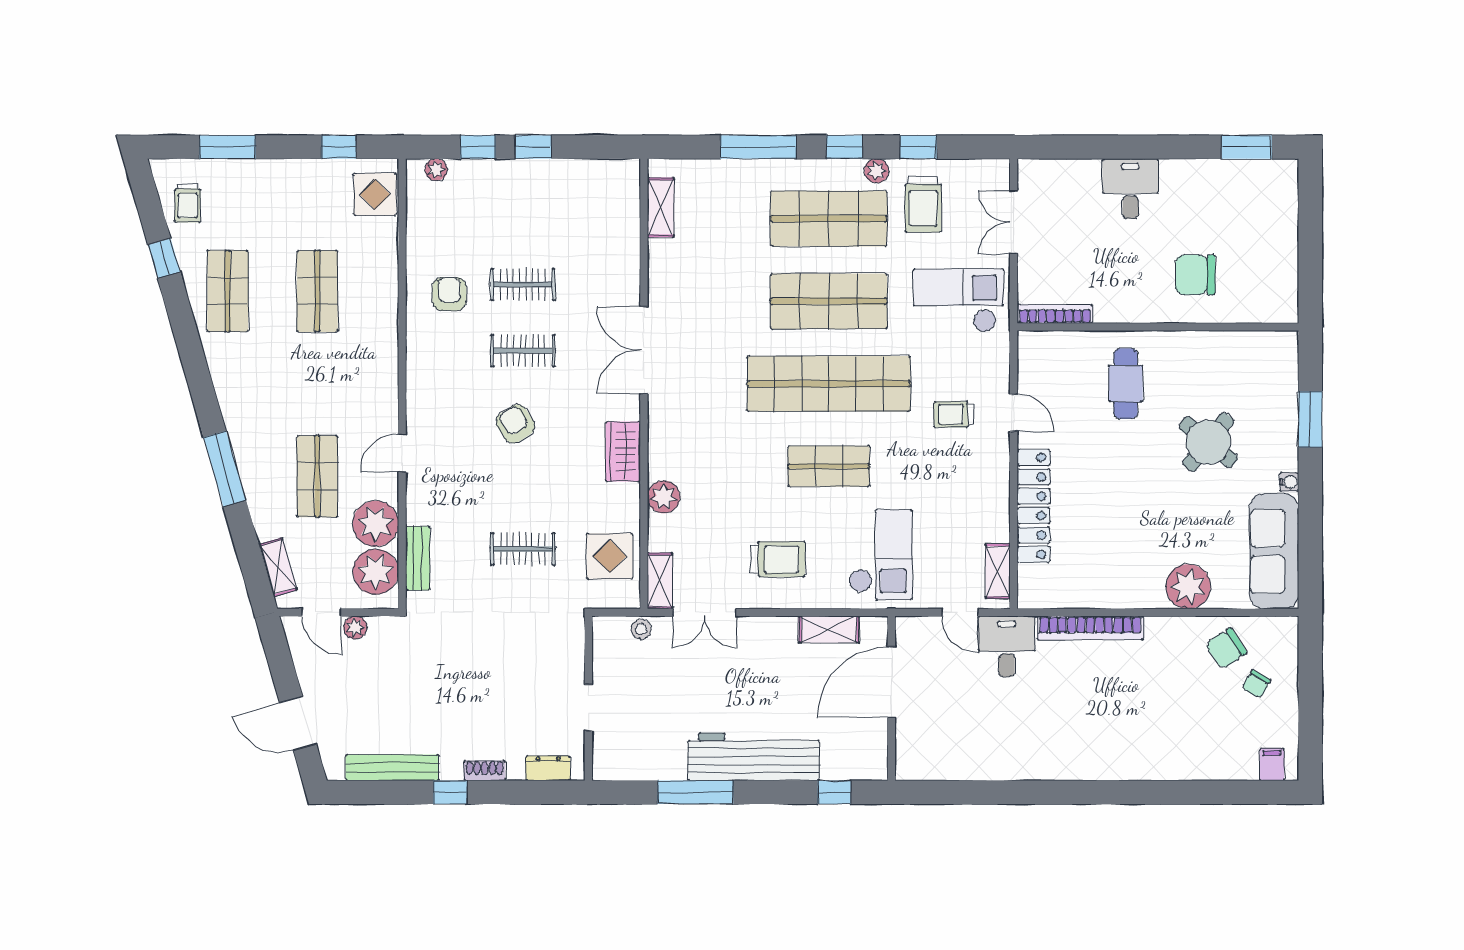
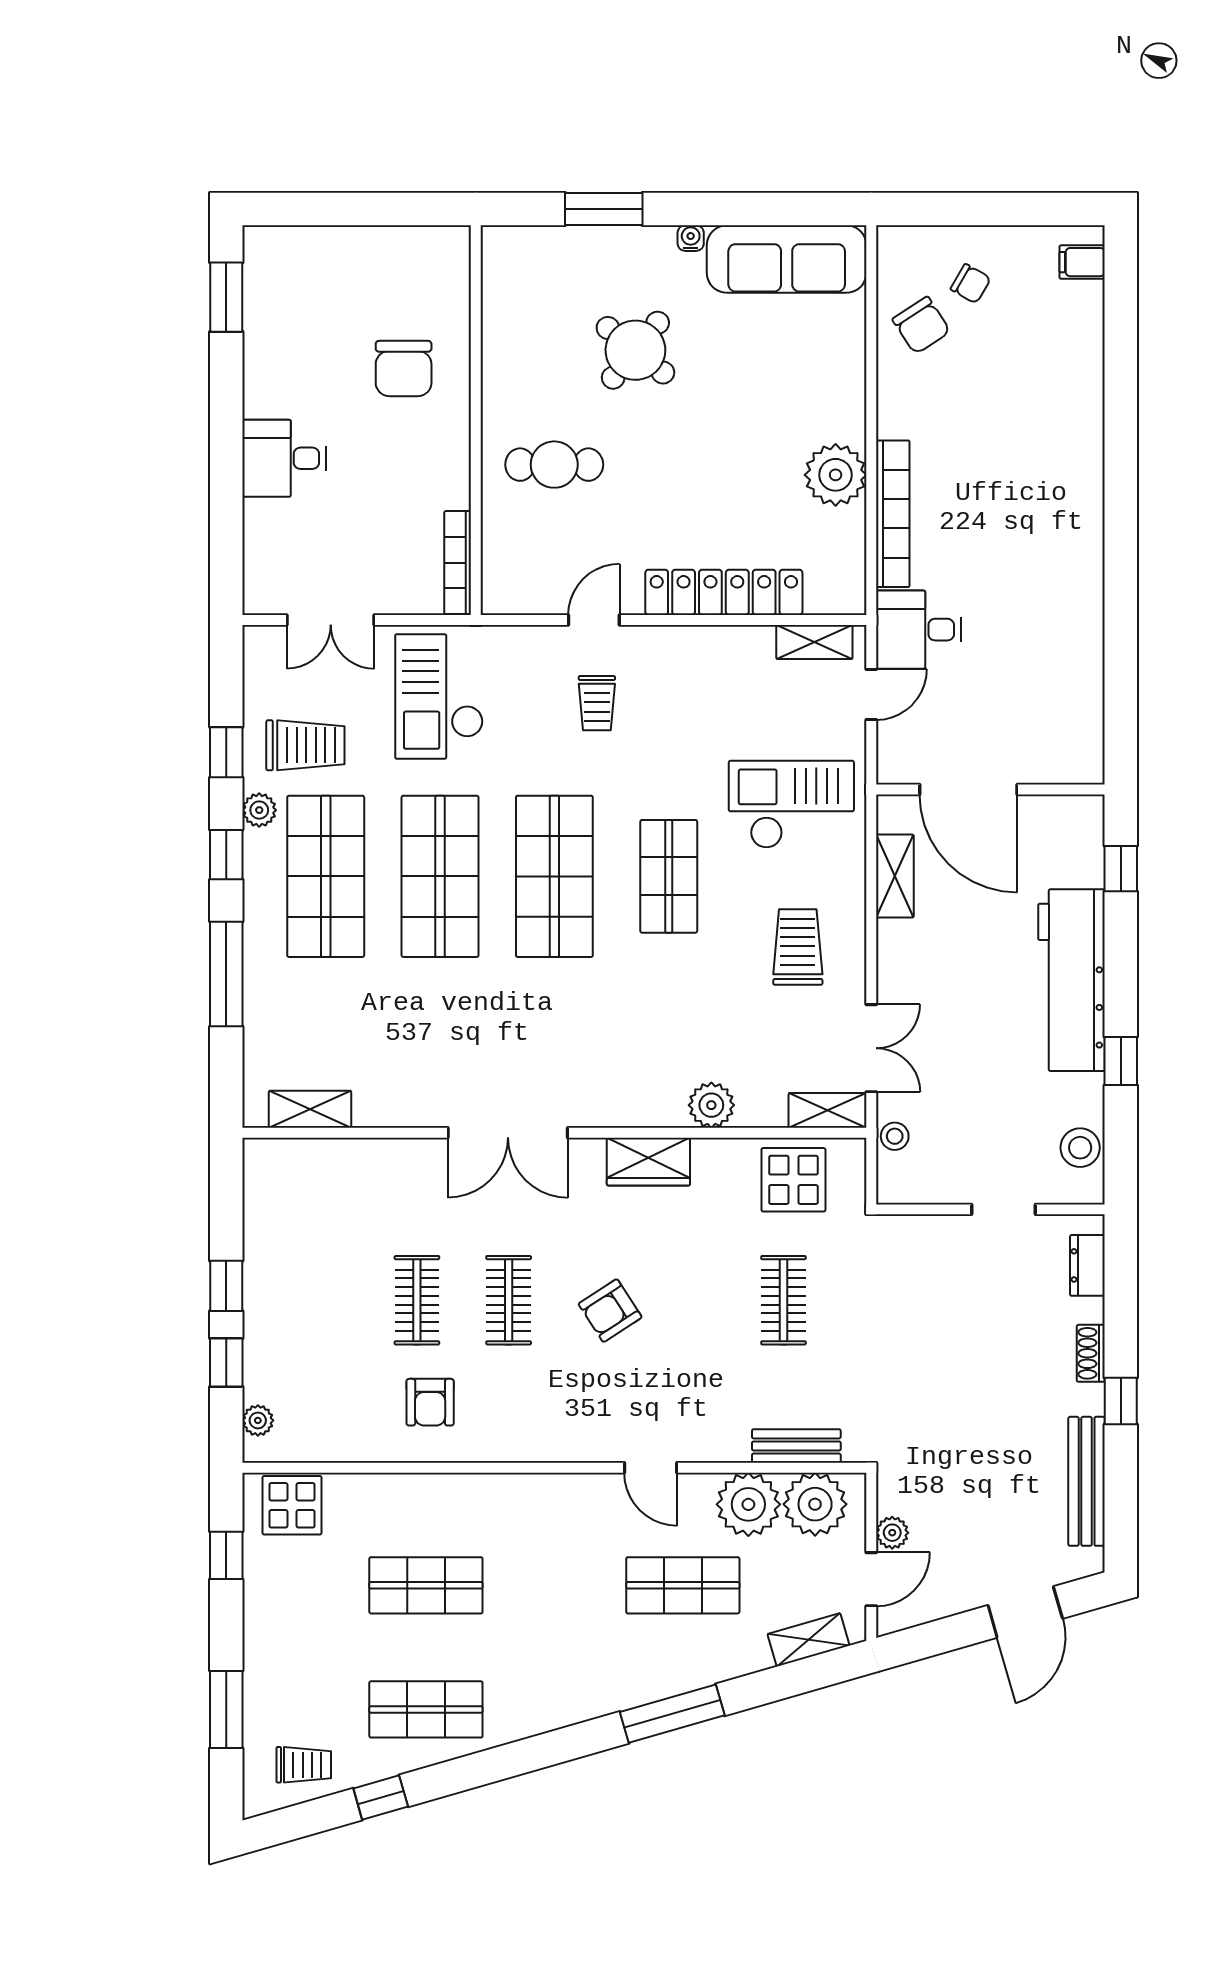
armchair: (449, 294) -> (430, 1402), turned -90
shop shelf: (829, 384) -> (554, 876), width x0.71
plant: (1188, 587) -> (836, 475), moved
stool: (633, 763) -> (1080, 1148), added
window: (695, 792) -> (1121, 1061), width x0.46

